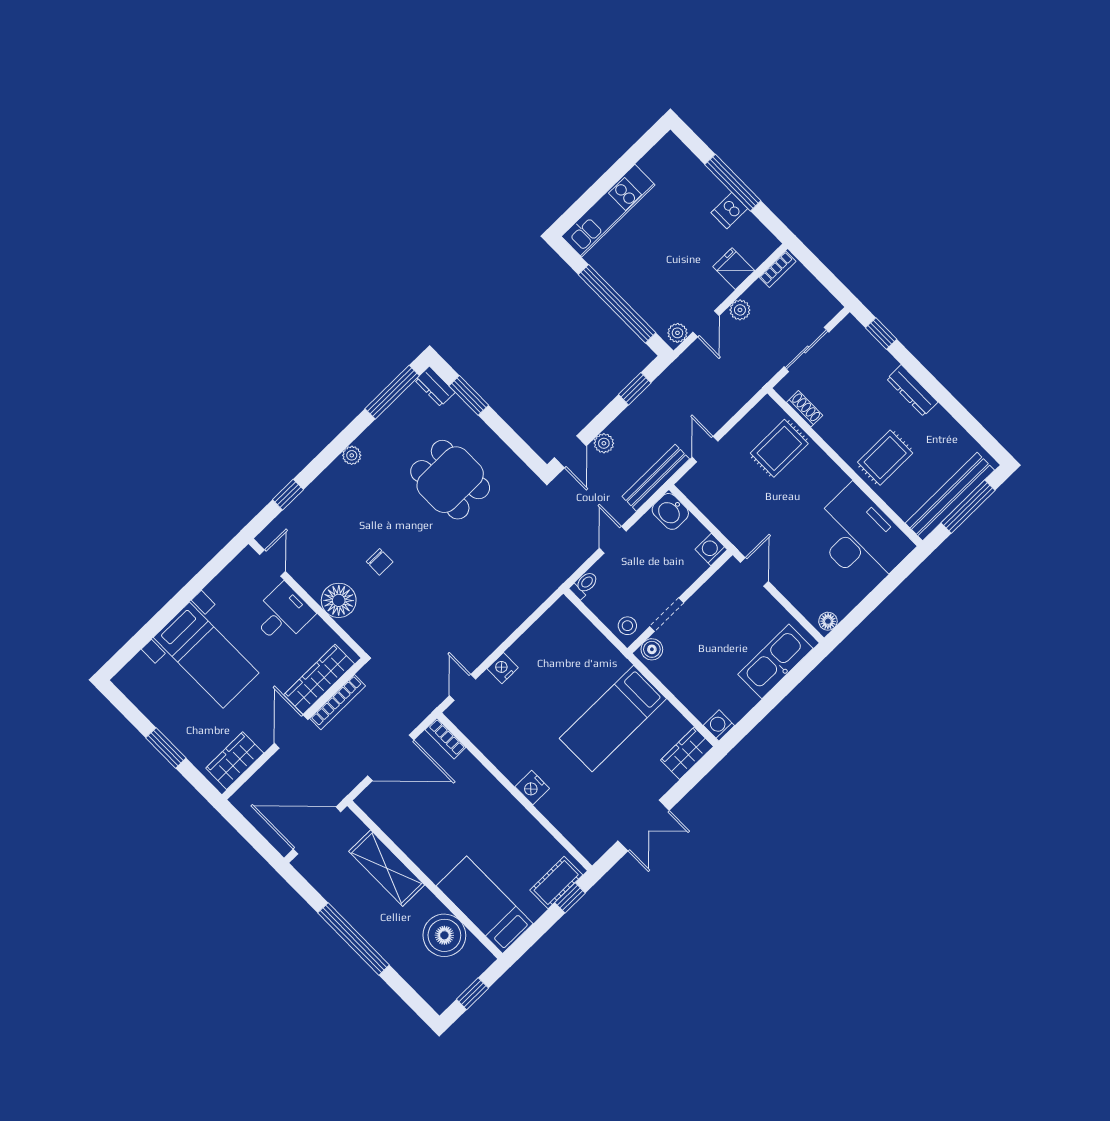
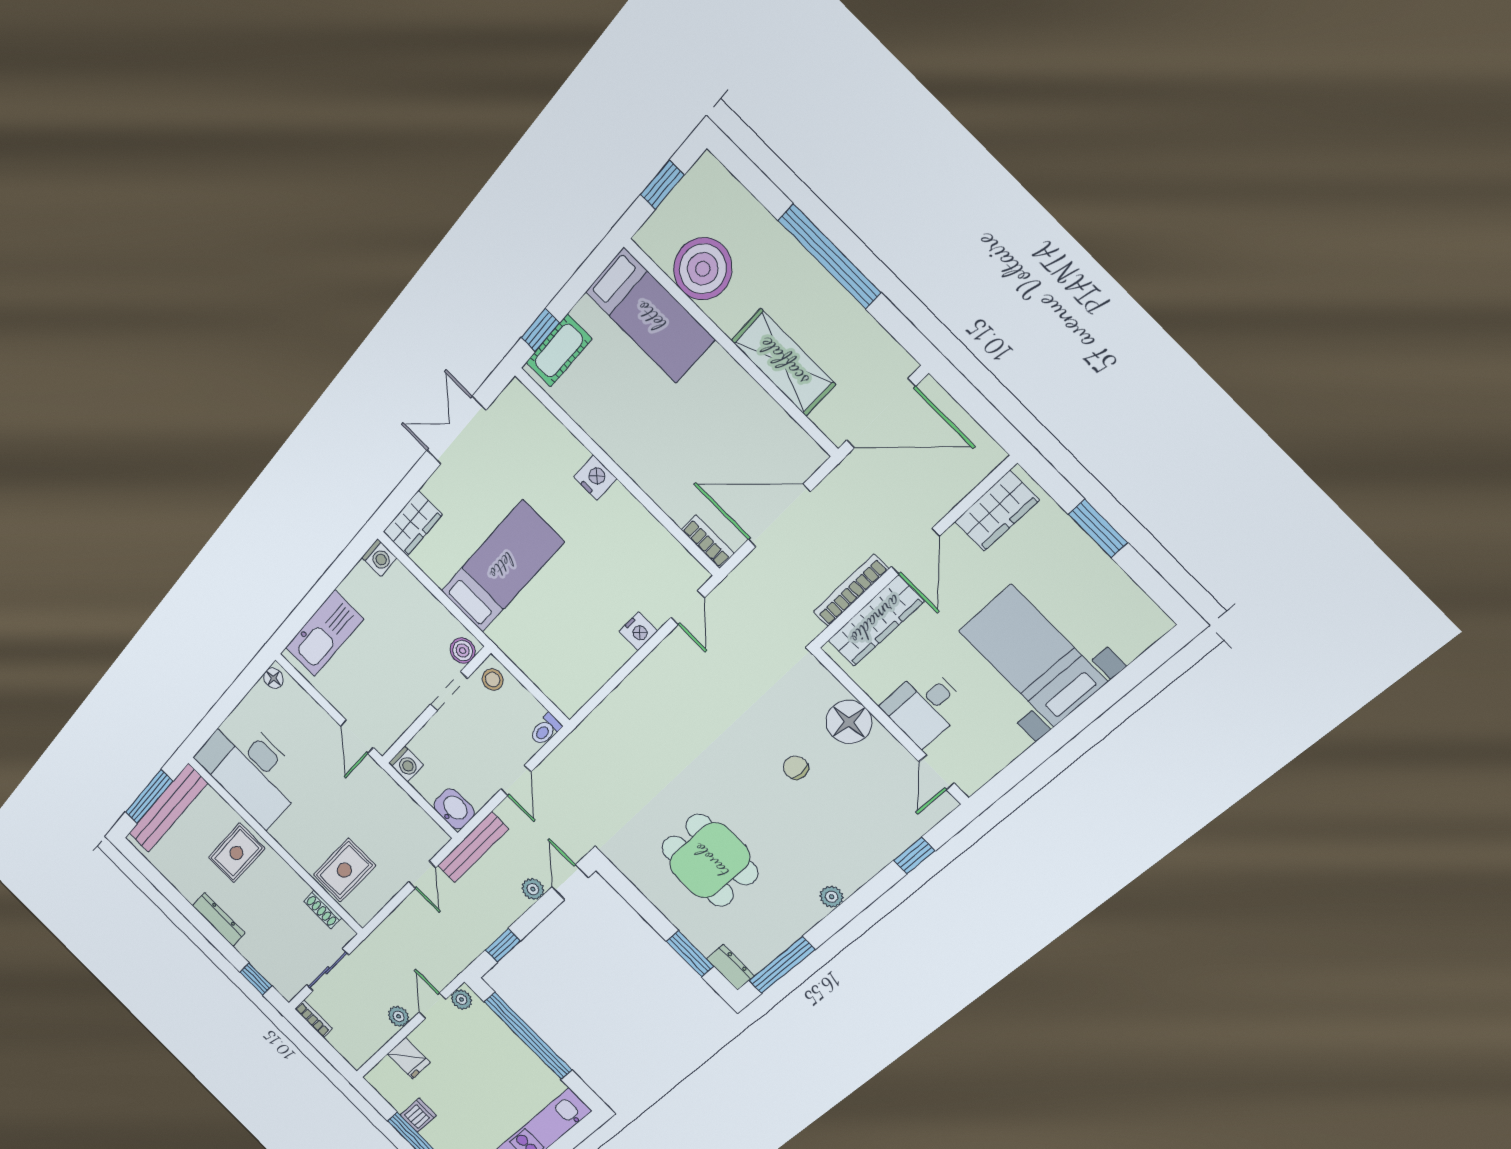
bookcase: (777, 269) -> (314, 1019), moved, turned 90

